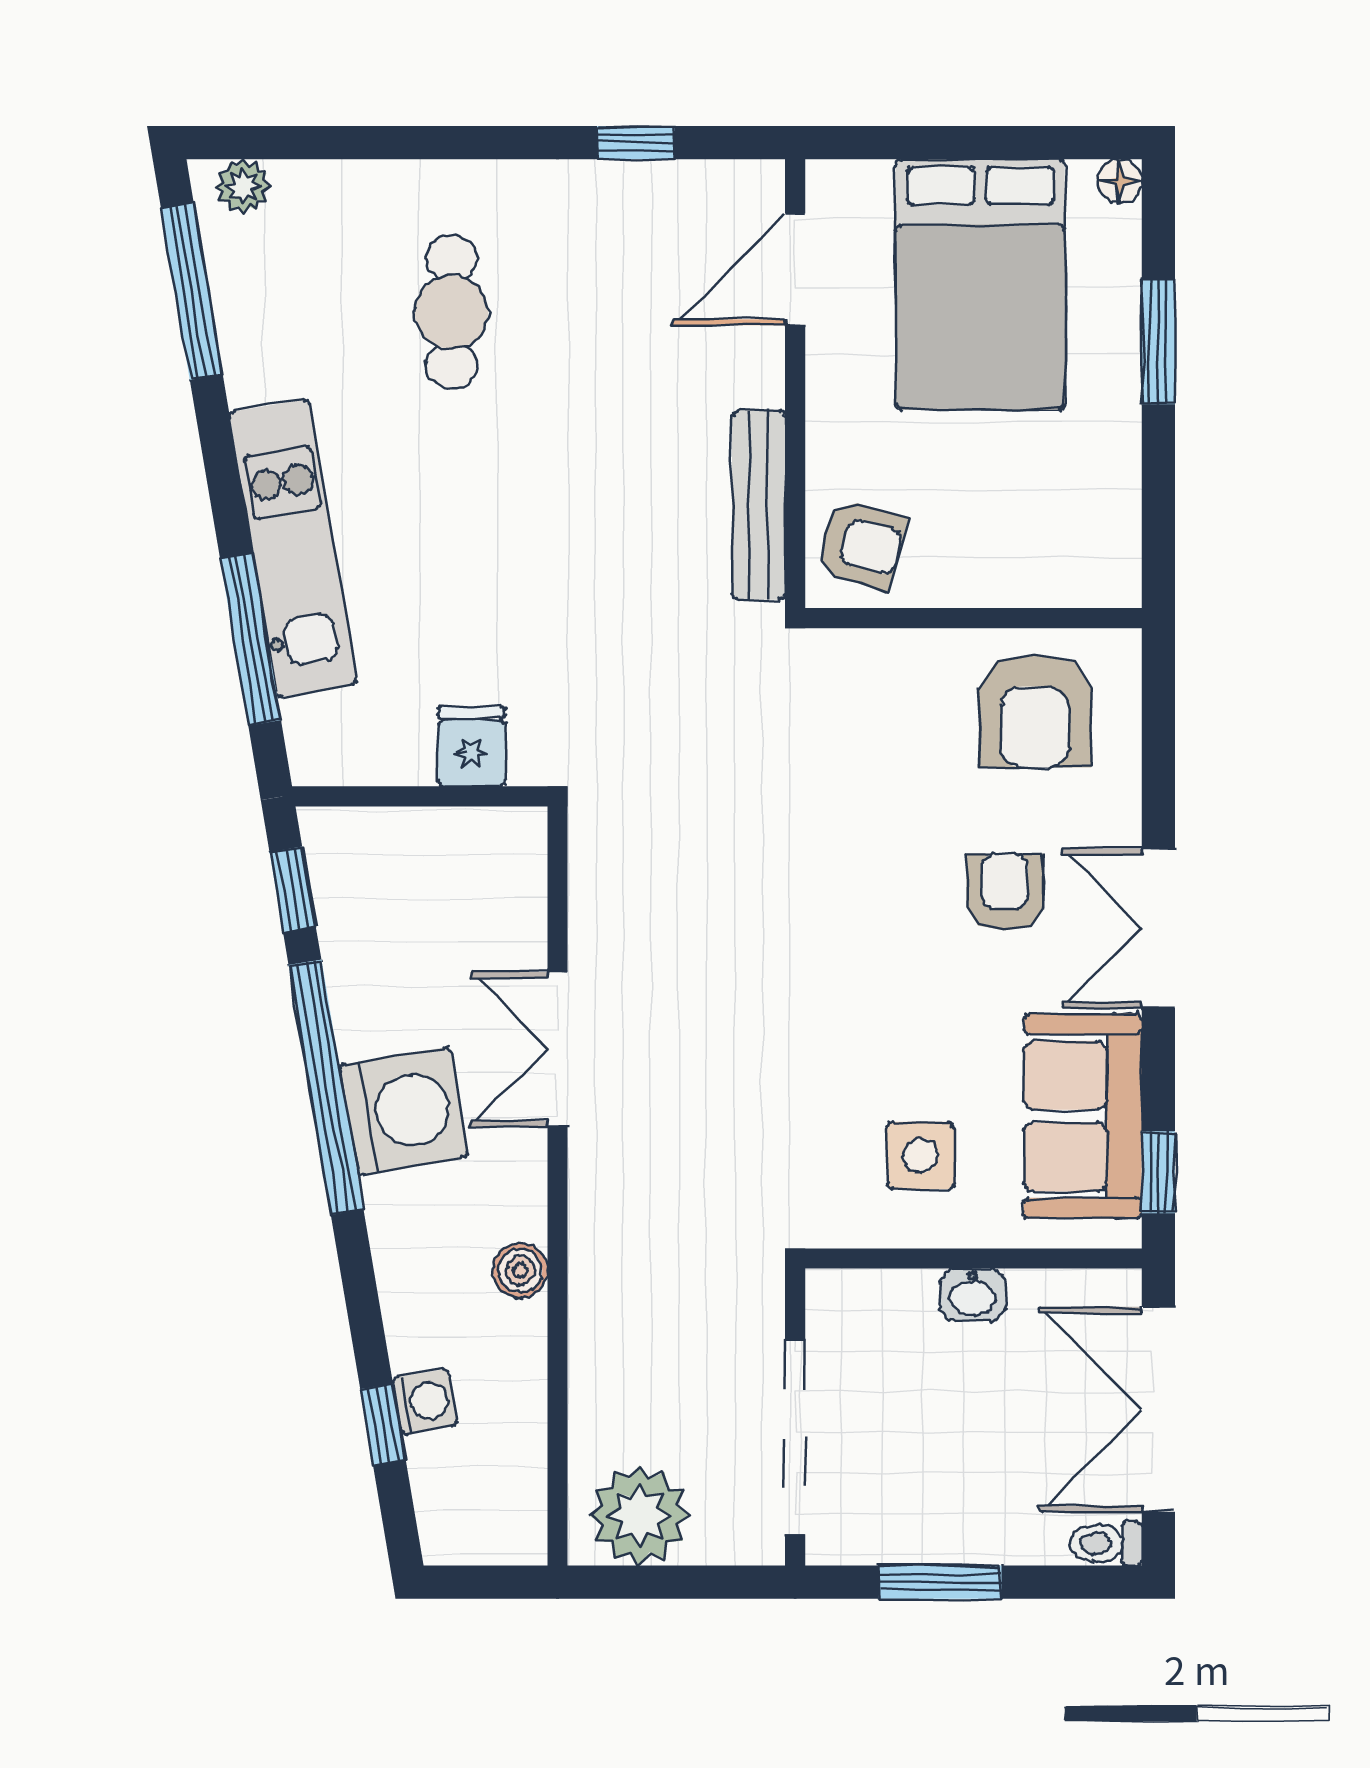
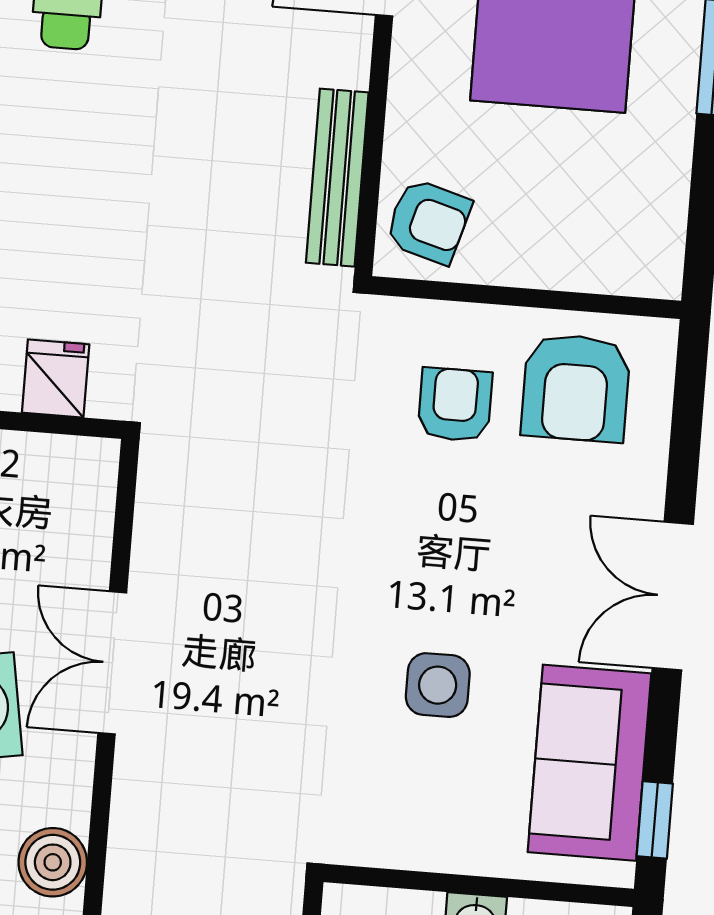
armchair: (1005, 892) -> (455, 405), moved
side table: (921, 1155) -> (438, 685), moved
boiler: (520, 1271) -> (53, 862), width x1.36, depth x1.36

